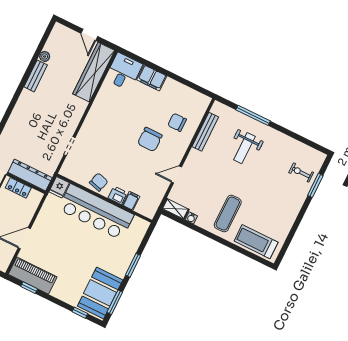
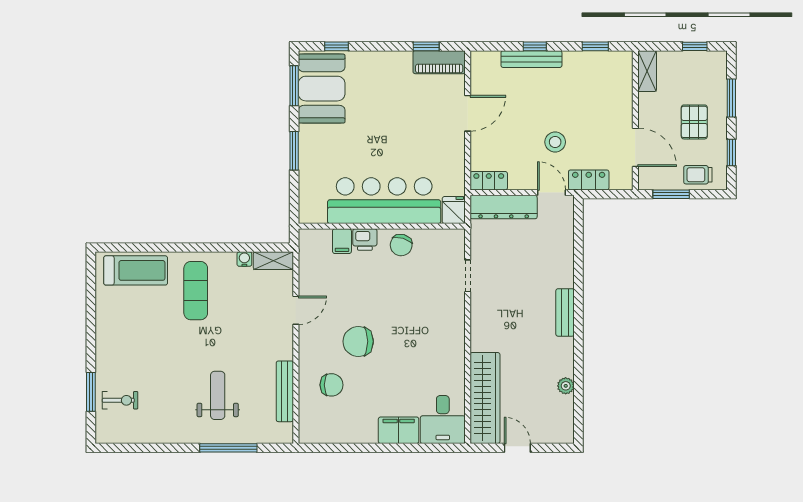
bench: (36, 76) -> (565, 312), moved
chair: (150, 139) -> (358, 341), turned -90
locker: (18, 188) -> (489, 181), moved
piano: (33, 276) -> (439, 62), width x0.73, depth x0.75

